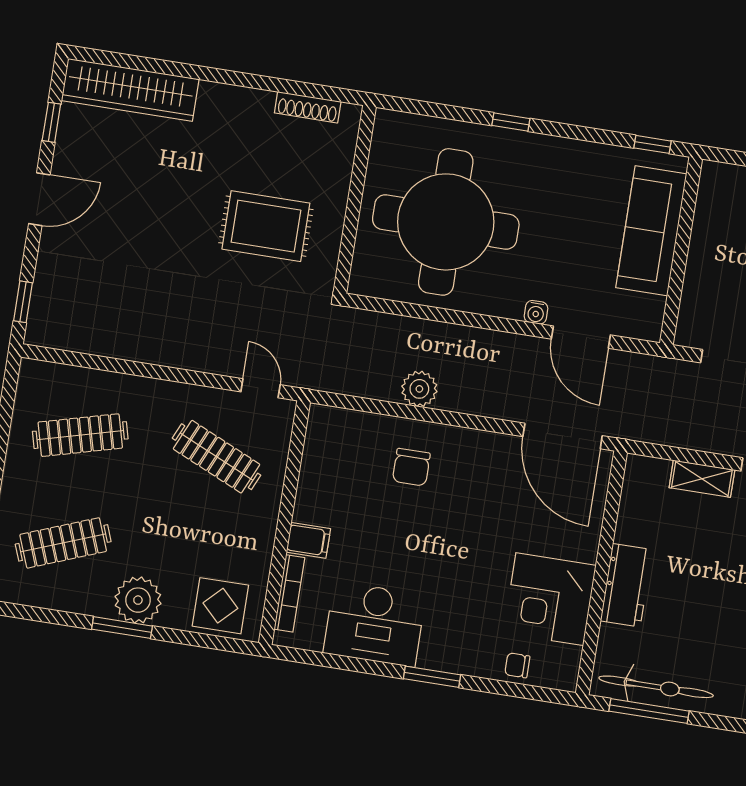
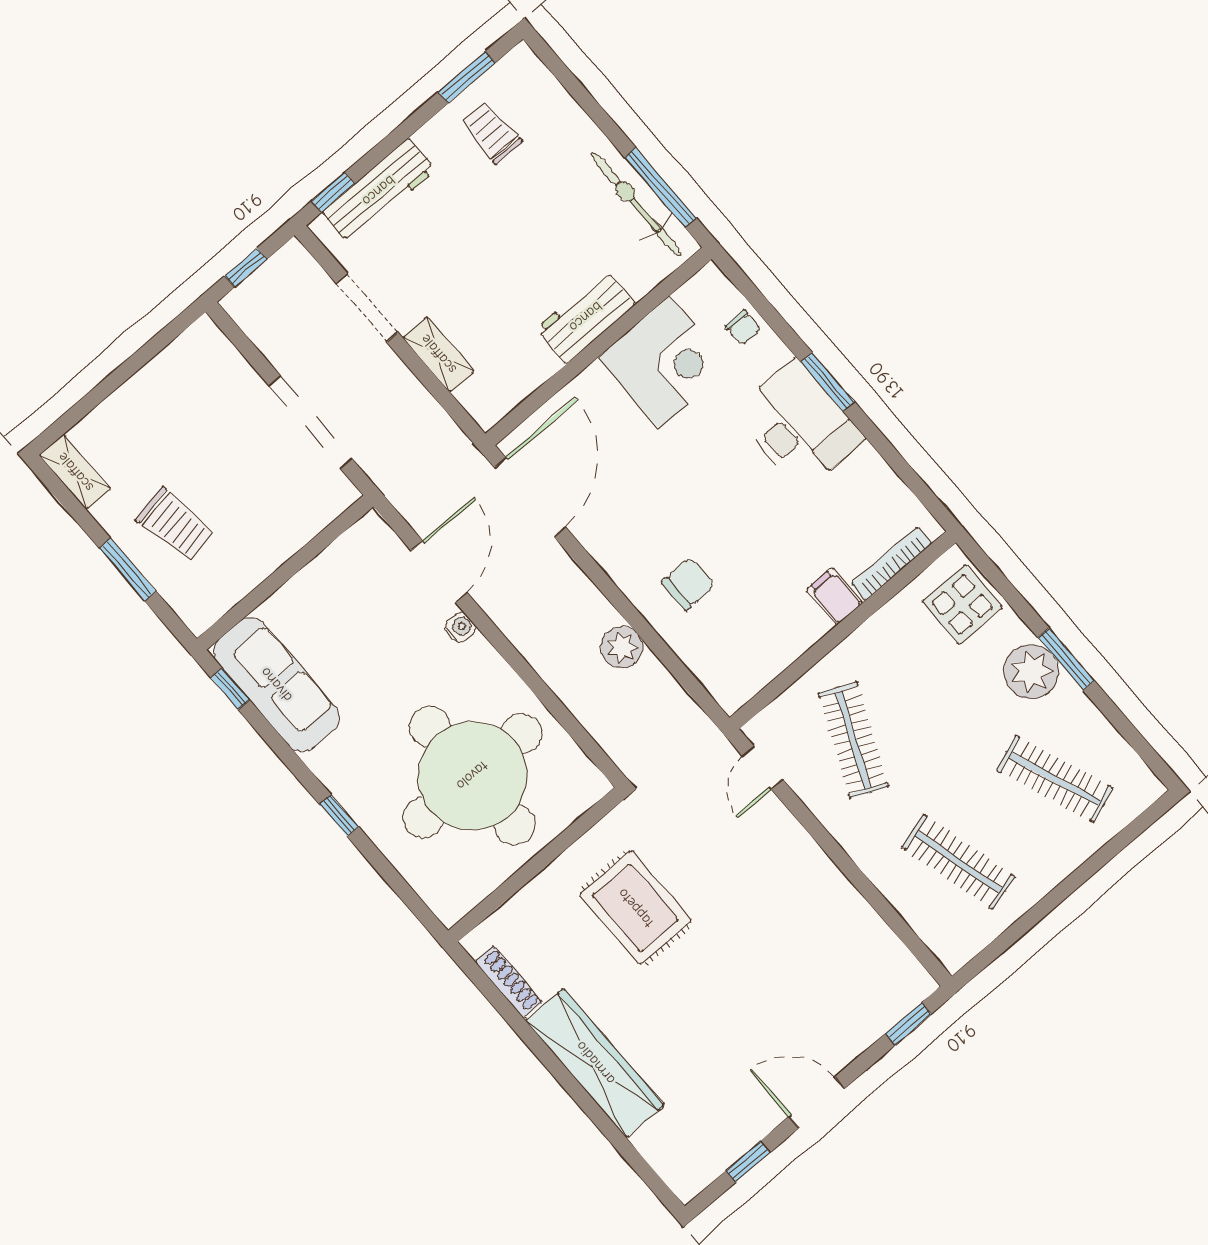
wardrobe: (130, 90) -> (595, 1063), moved
sofa: (651, 231) -> (276, 685), moved, turned -90
desk: (374, 624) -> (799, 425), moved

